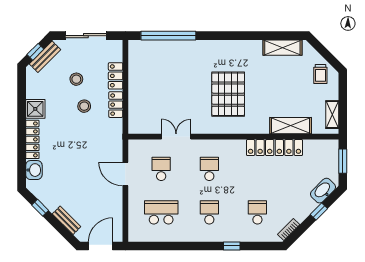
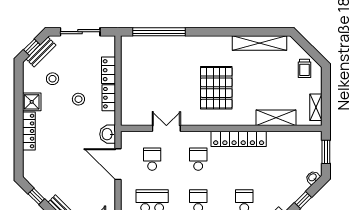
shelving: (282, 48) -> (260, 43), width x1.47
stool: (76, 79) -> (53, 79), moved
locker: (275, 148) -> (239, 139), moved
washbasin: (34, 170) -> (108, 134), moved, turned 180
door: (125, 174) -> (118, 164), width x1.36
washbasin: (323, 191) -> (313, 178), width x0.52, depth x0.69

